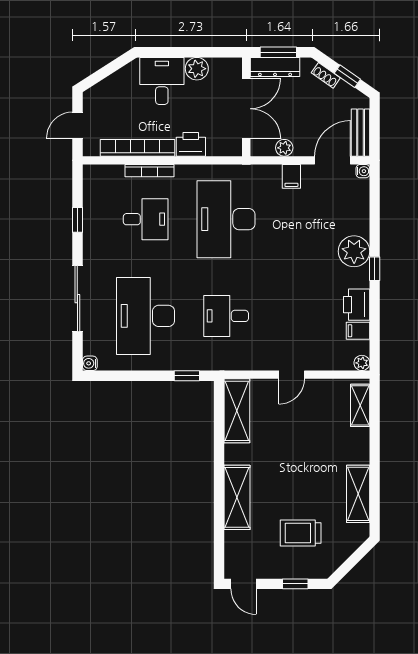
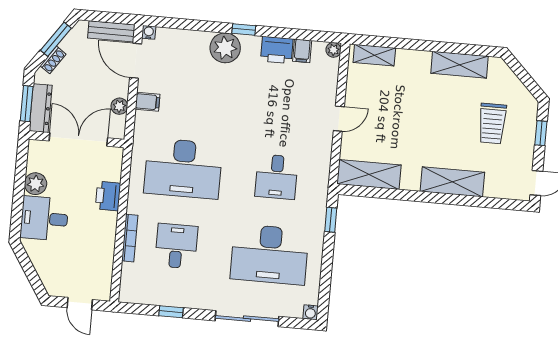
window: (347, 76) -> (56, 39), width x1.50
bookcase: (138, 148) -> (107, 248), removed
door: (292, 375) -> (339, 119), hinge flipped

